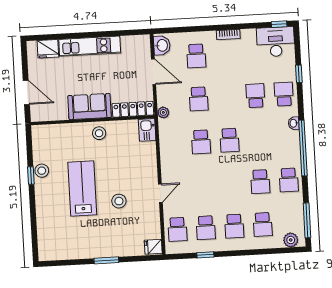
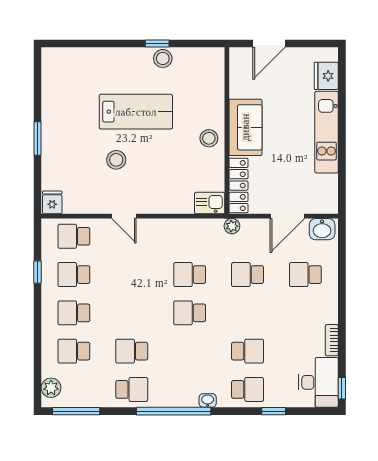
bookcase: (228, 34) -> (332, 340), moved
school desk: (289, 180) -> (132, 389), turned 180

